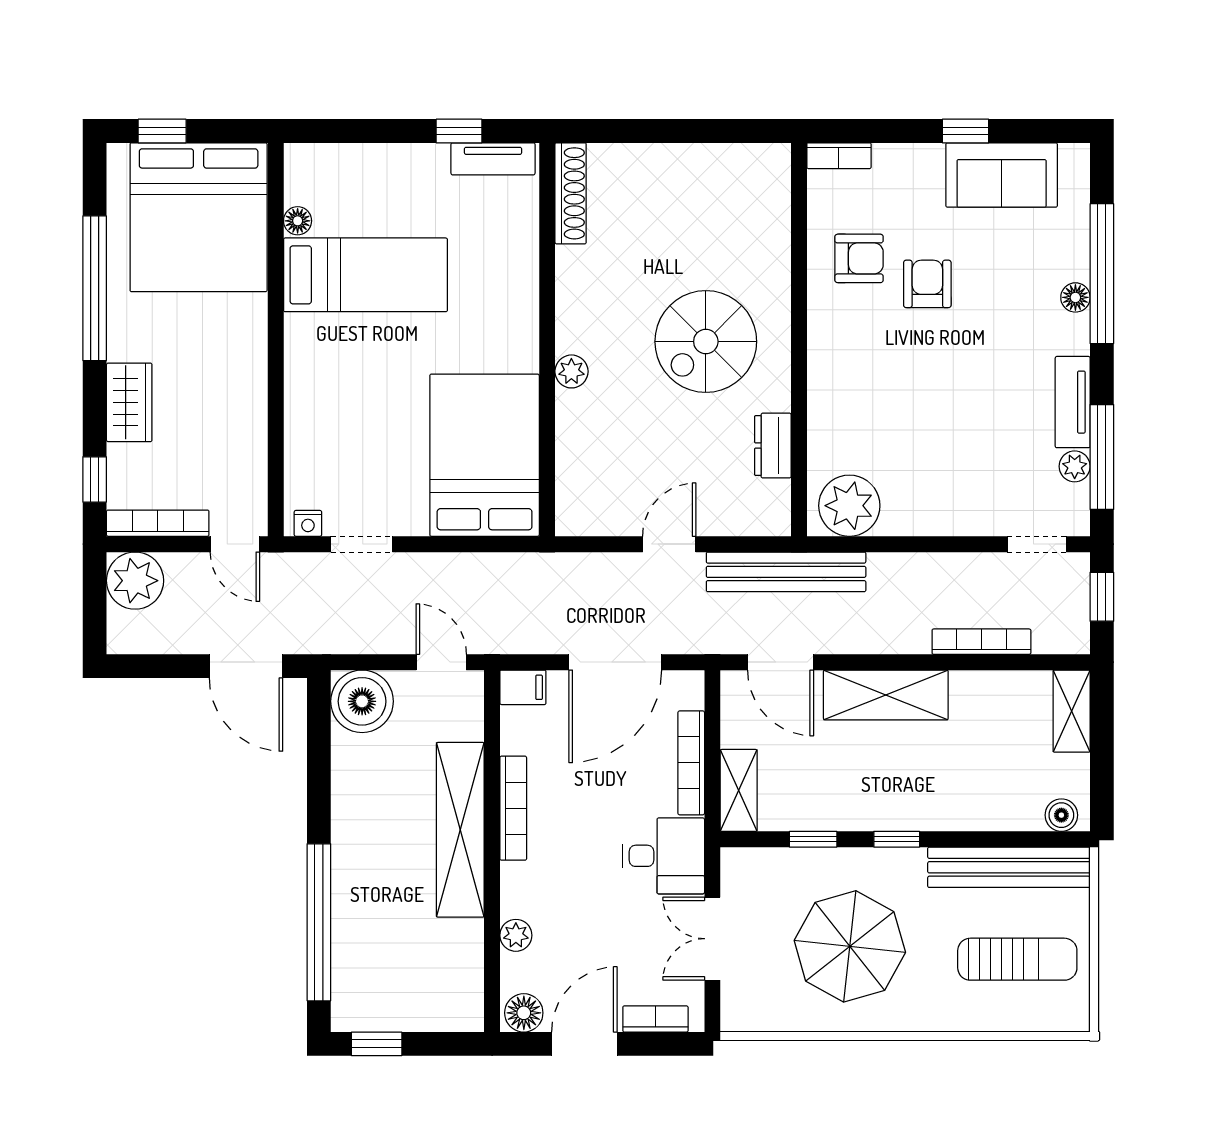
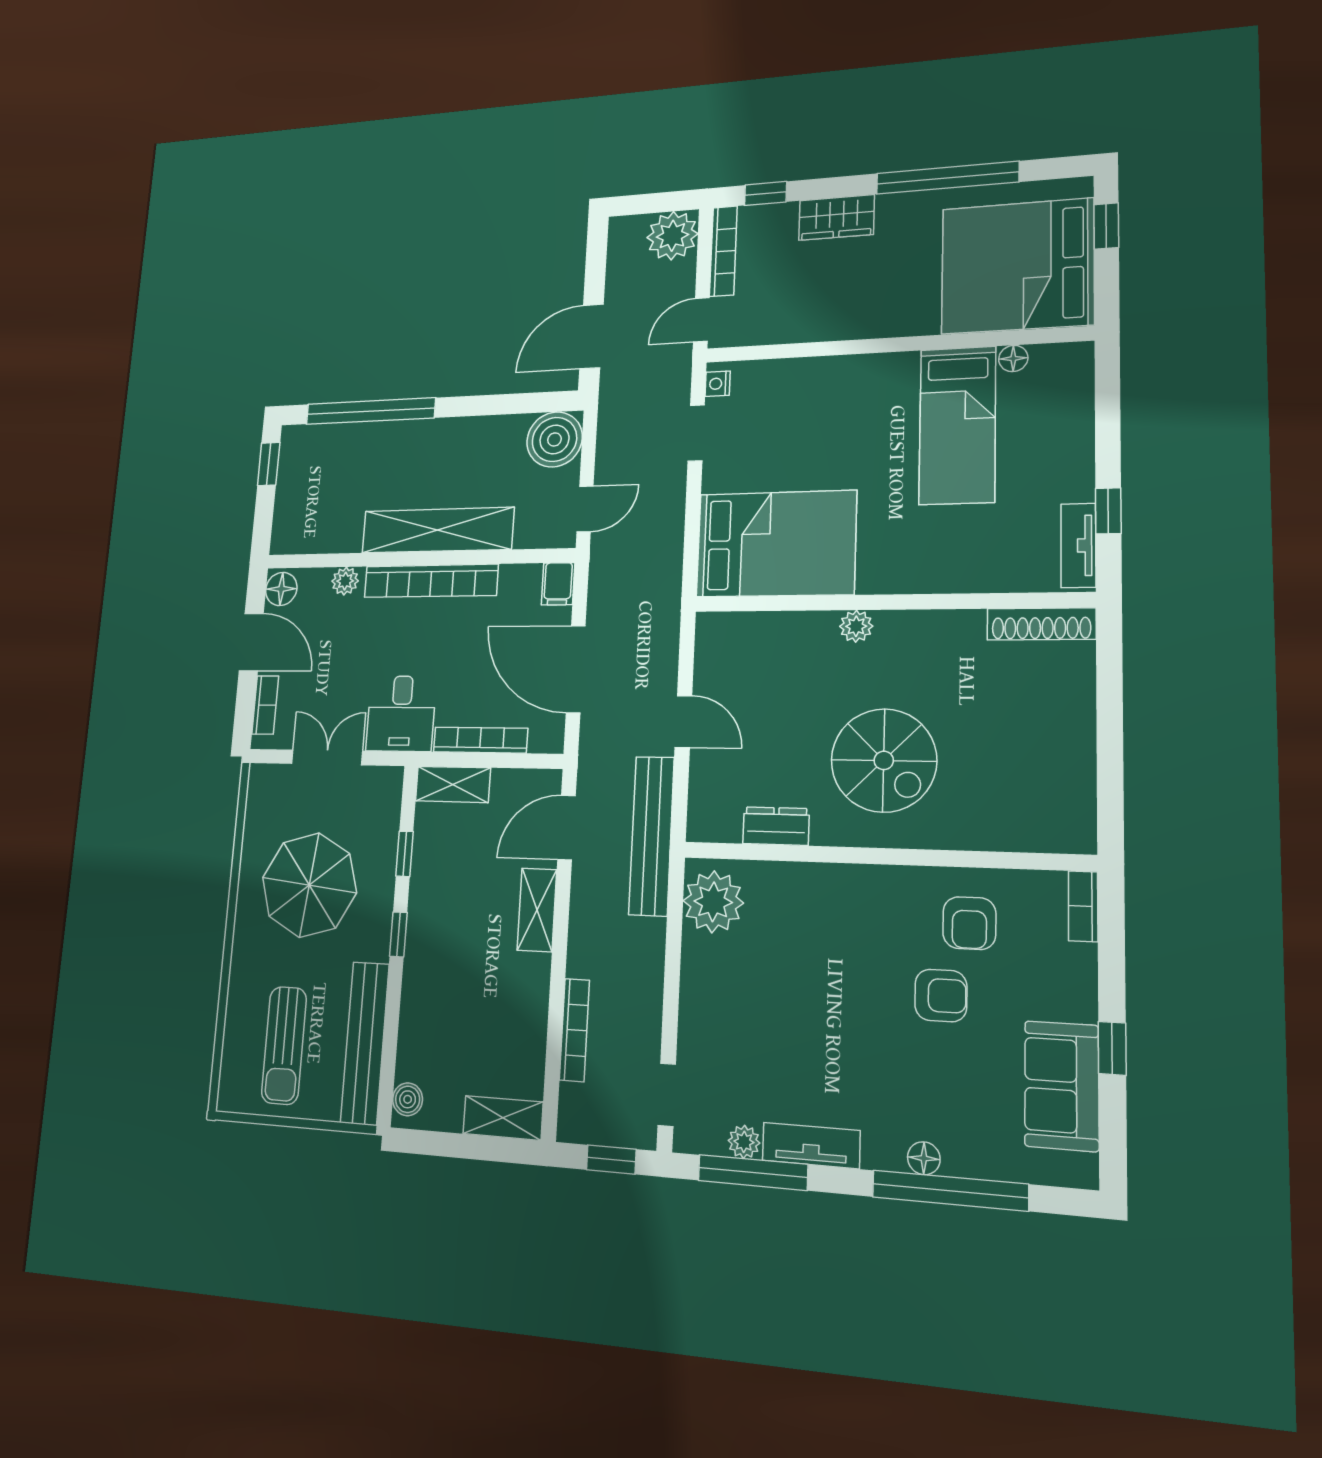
spiral stairs: (706, 342) -> (884, 760), turned 180
shelving: (886, 695) -> (537, 910), width x0.67, depth x0.75
bookcase: (513, 808) -> (431, 581), width x1.48, depth x1.31

